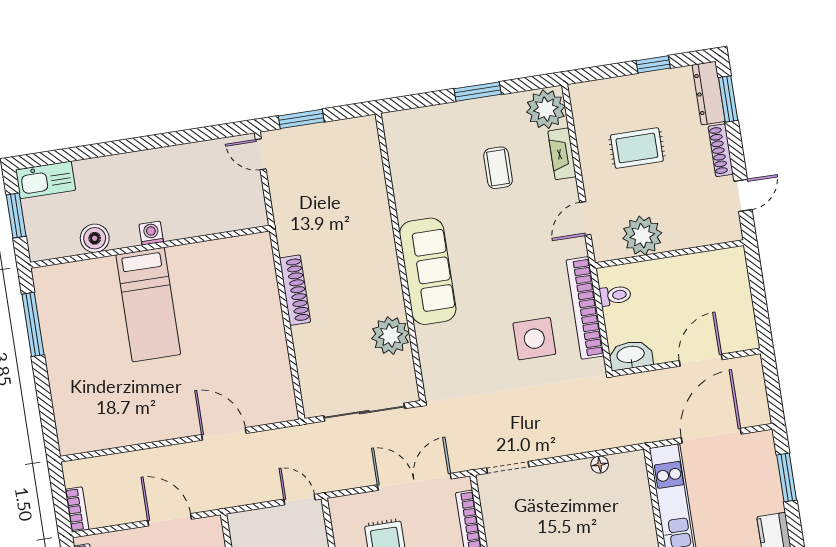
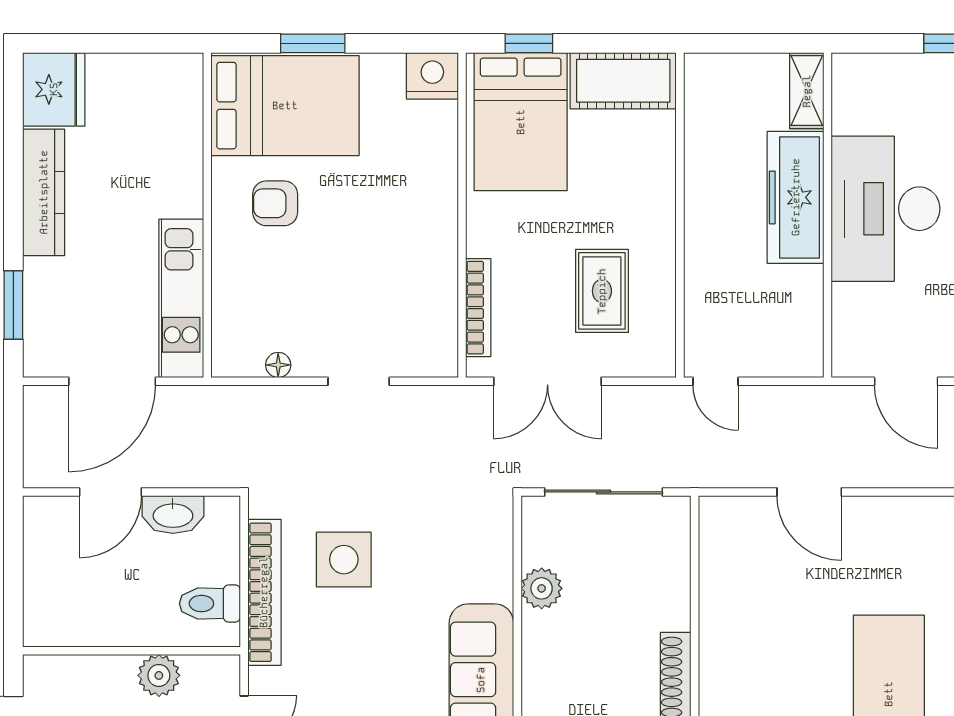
plant: (642, 236) -> (159, 675), width x0.73, depth x0.73
toilet: (615, 295) -> (210, 604), width x1.37, depth x1.39
plant: (390, 336) -> (542, 588), width x0.73, depth x0.73
washbasin: (631, 355) -> (173, 515), moved
doorway: (508, 467) -> (359, 381), moved

